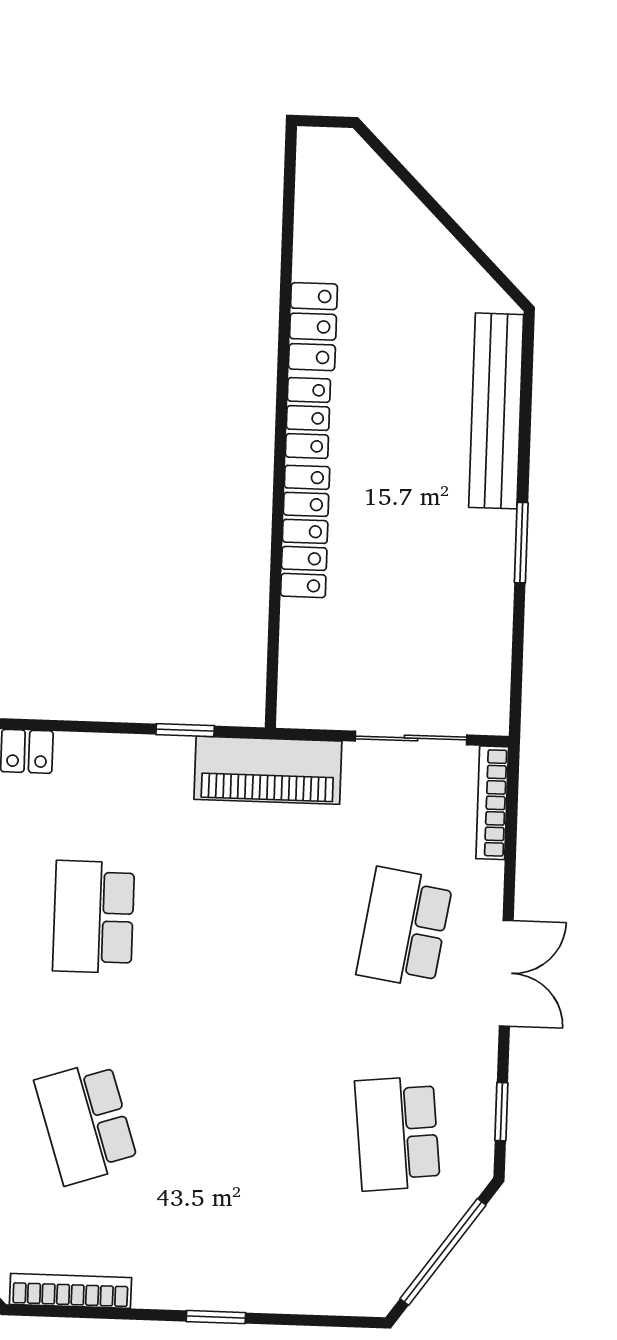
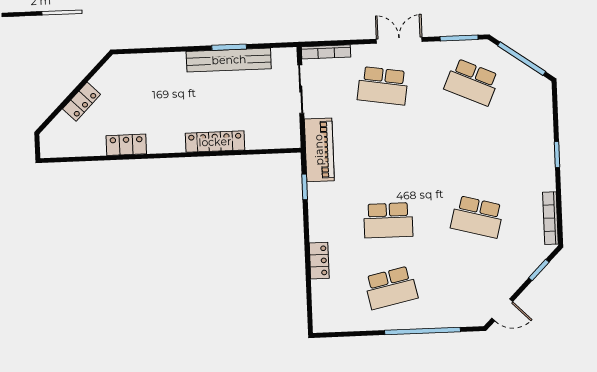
bench: (496, 411) -> (229, 60), moved
locker: (308, 418) -> (82, 102), moved, turned 135
window: (521, 543) -> (229, 47), moved
window: (501, 1112) -> (459, 38), width x1.50
school desk: (86, 1123) -> (477, 217), turned 33
school desk: (397, 1133) -> (472, 82), turned 30

